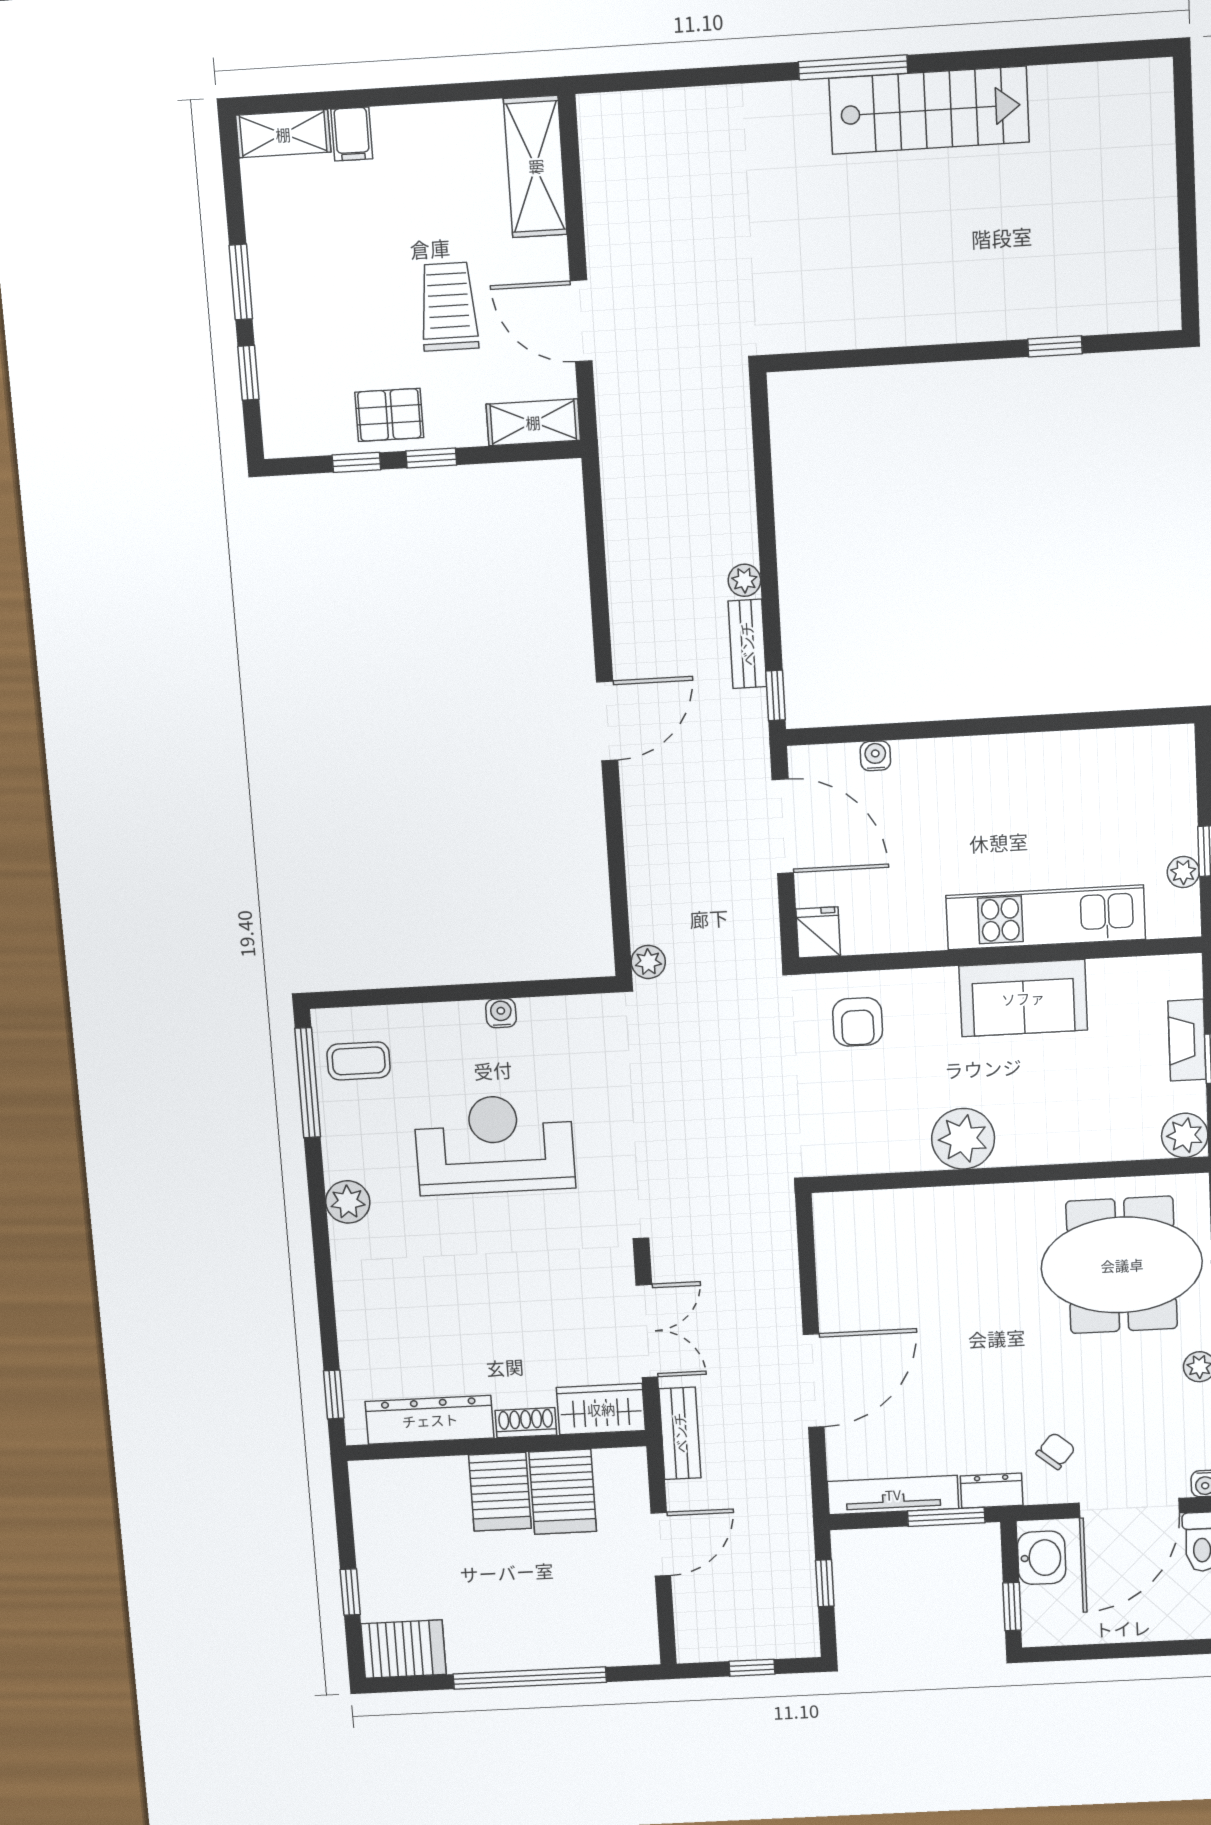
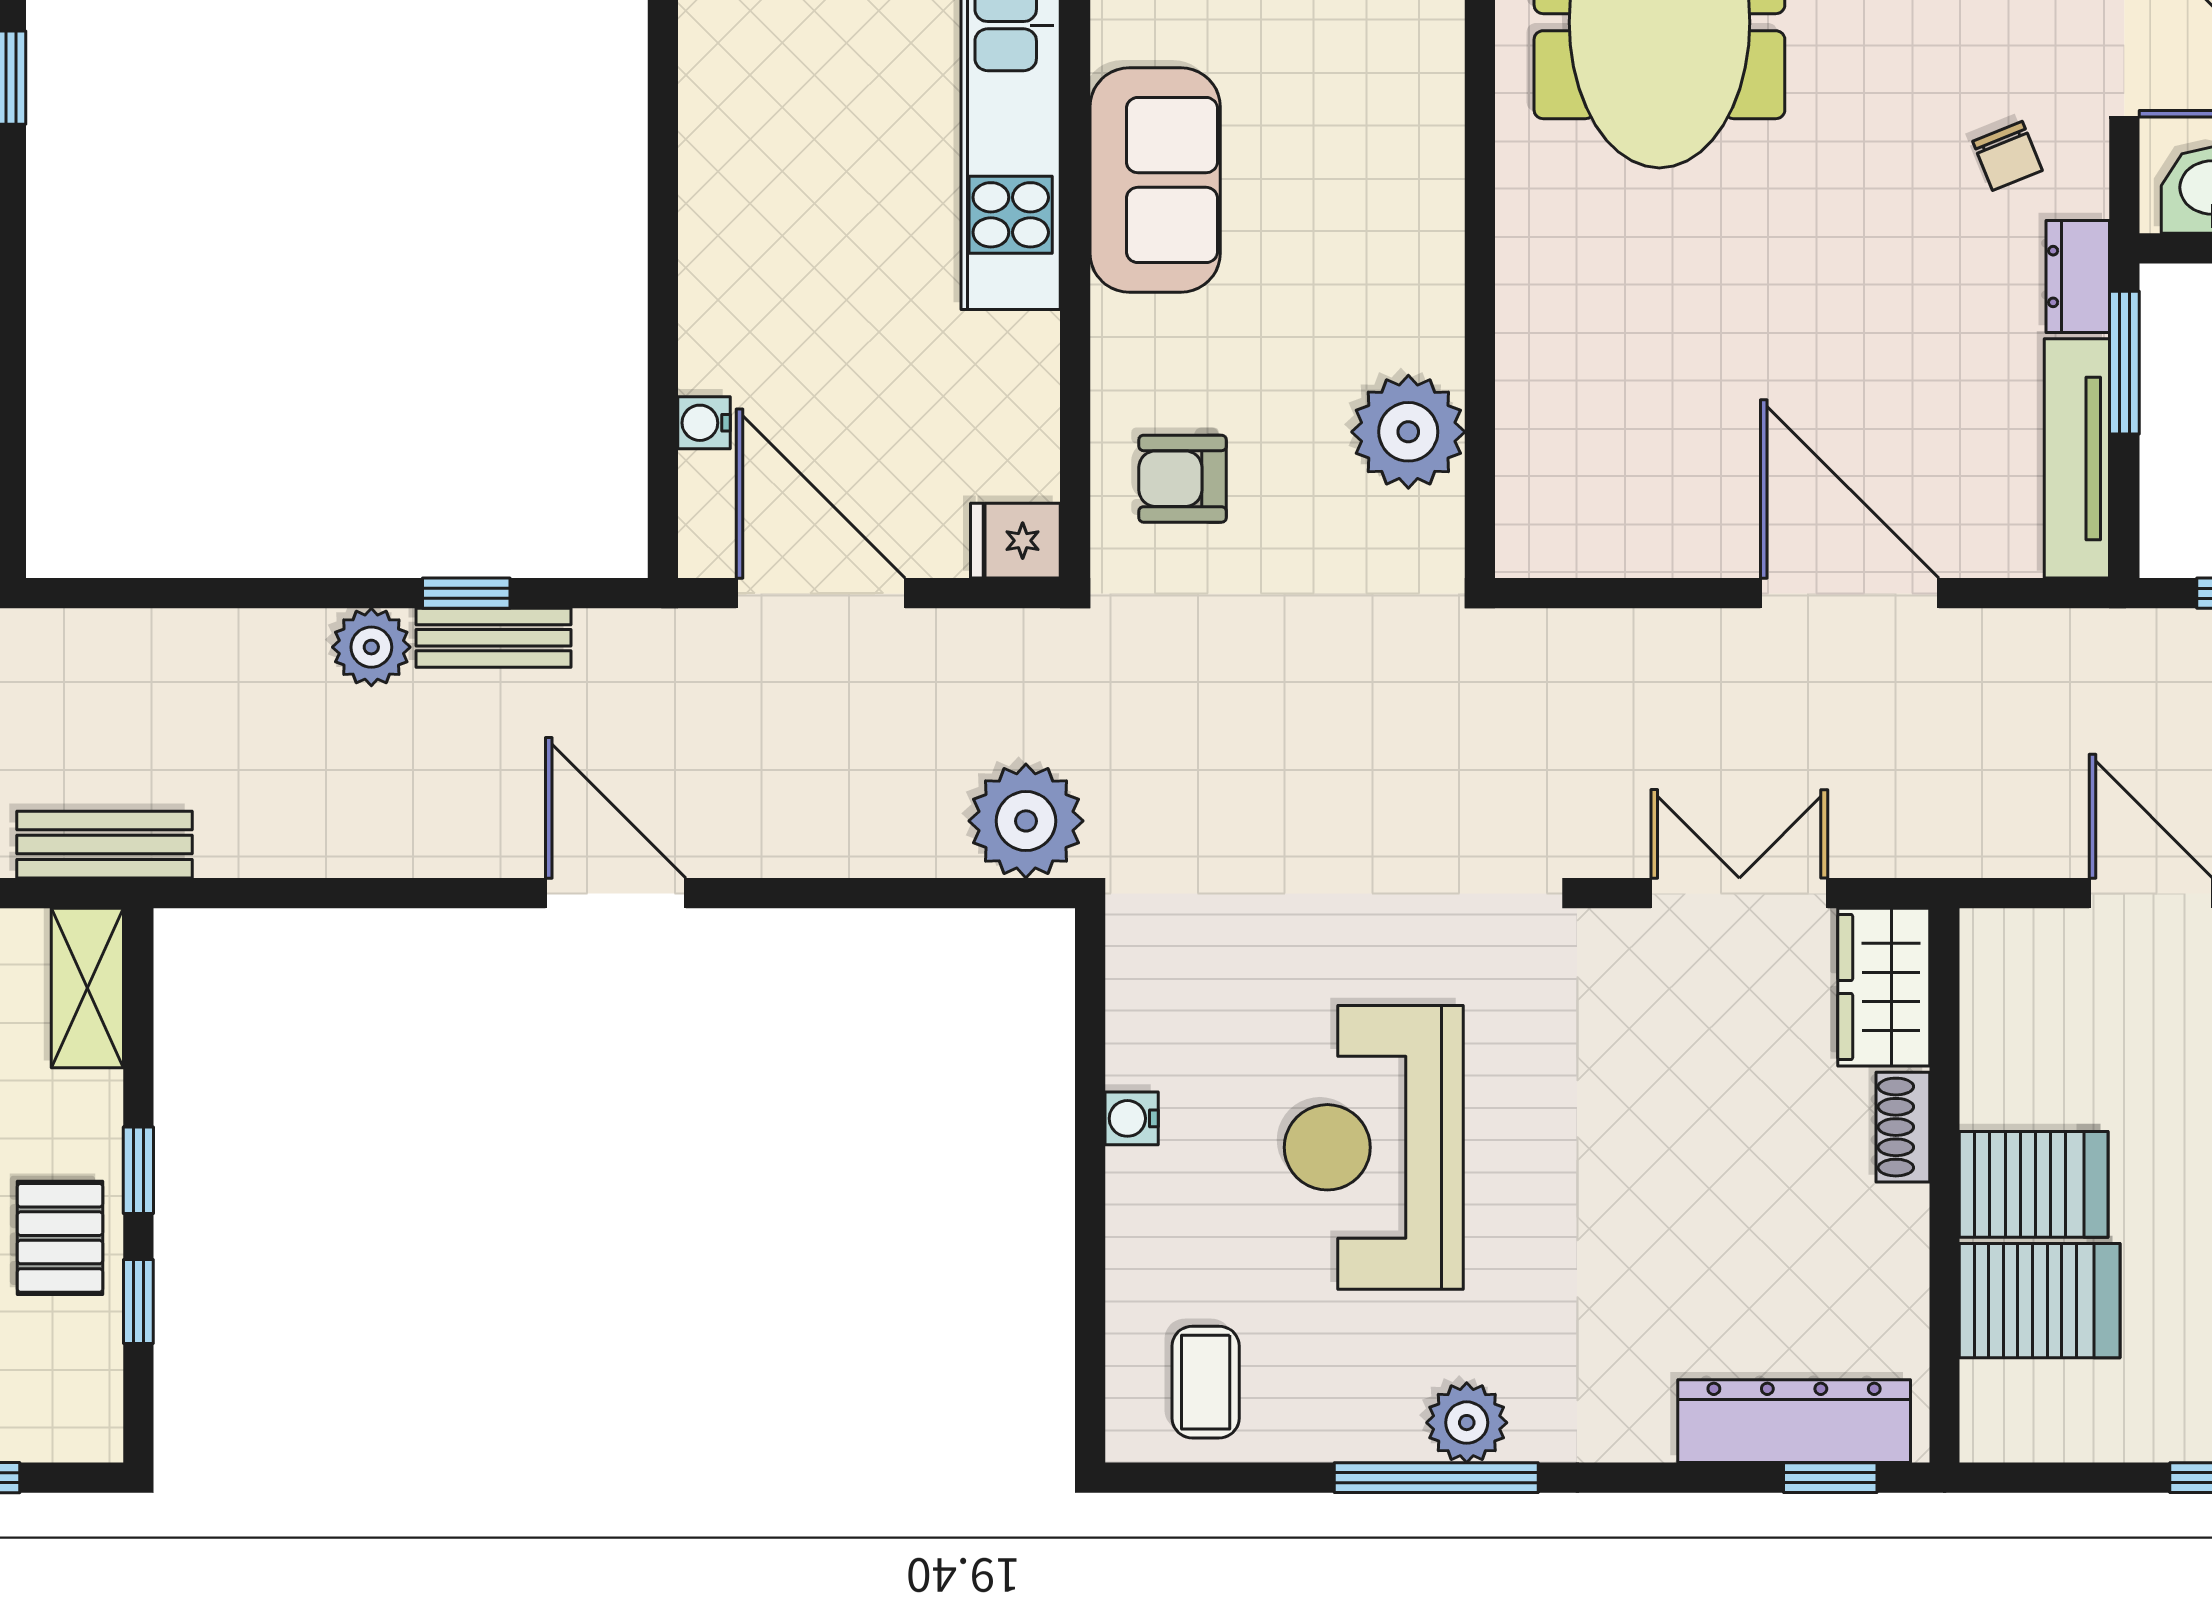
plant: (744, 580) -> (371, 647), width x1.38, depth x1.38
window: (776, 695) -> (466, 593), moved
door: (783, 826) -> (821, 593), hinge flipped
plant: (648, 962) -> (1026, 821), width x1.88, depth x1.88
armchair: (858, 1022) -> (1183, 479), turned 180
window: (308, 1083) -> (1436, 1478), moved
plant: (963, 1139) -> (1408, 432), moved
dresser: (430, 1420) -> (1794, 1421), moved, turned 90
bench: (680, 1433) -> (104, 845), moved
chair: (1056, 1451) -> (2007, 156), turned -152
server rack: (563, 1492) -> (2040, 1301), moved

